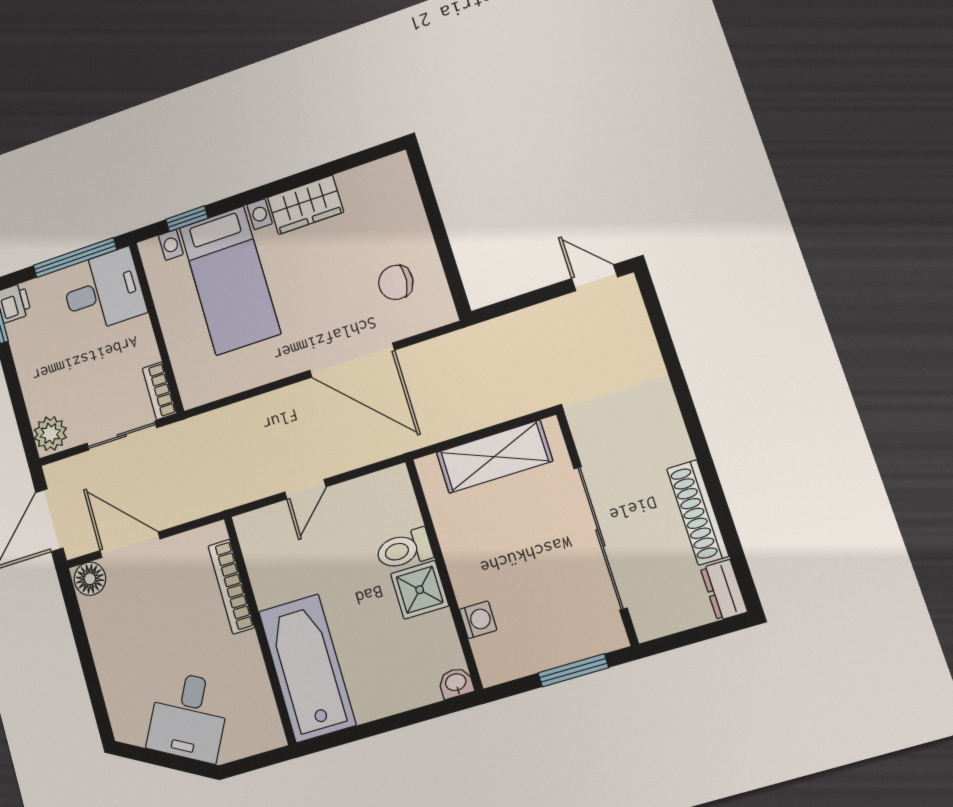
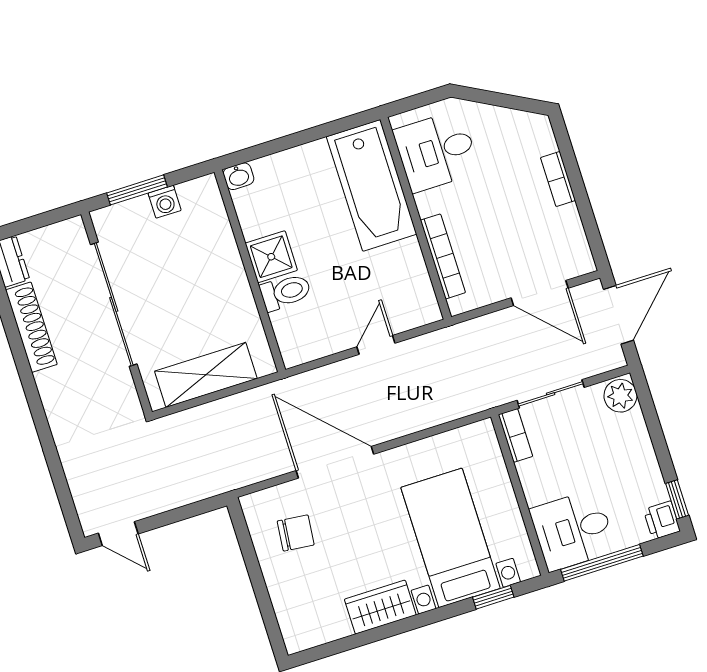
floor lamp: (90, 579) -> (577, 261), removed
washing machine: (478, 620) -> (165, 202), moved, turned -90
bookcase: (107, 669) -> (558, 179), added
desk: (189, 716) -> (436, 151), moved, turned -118

